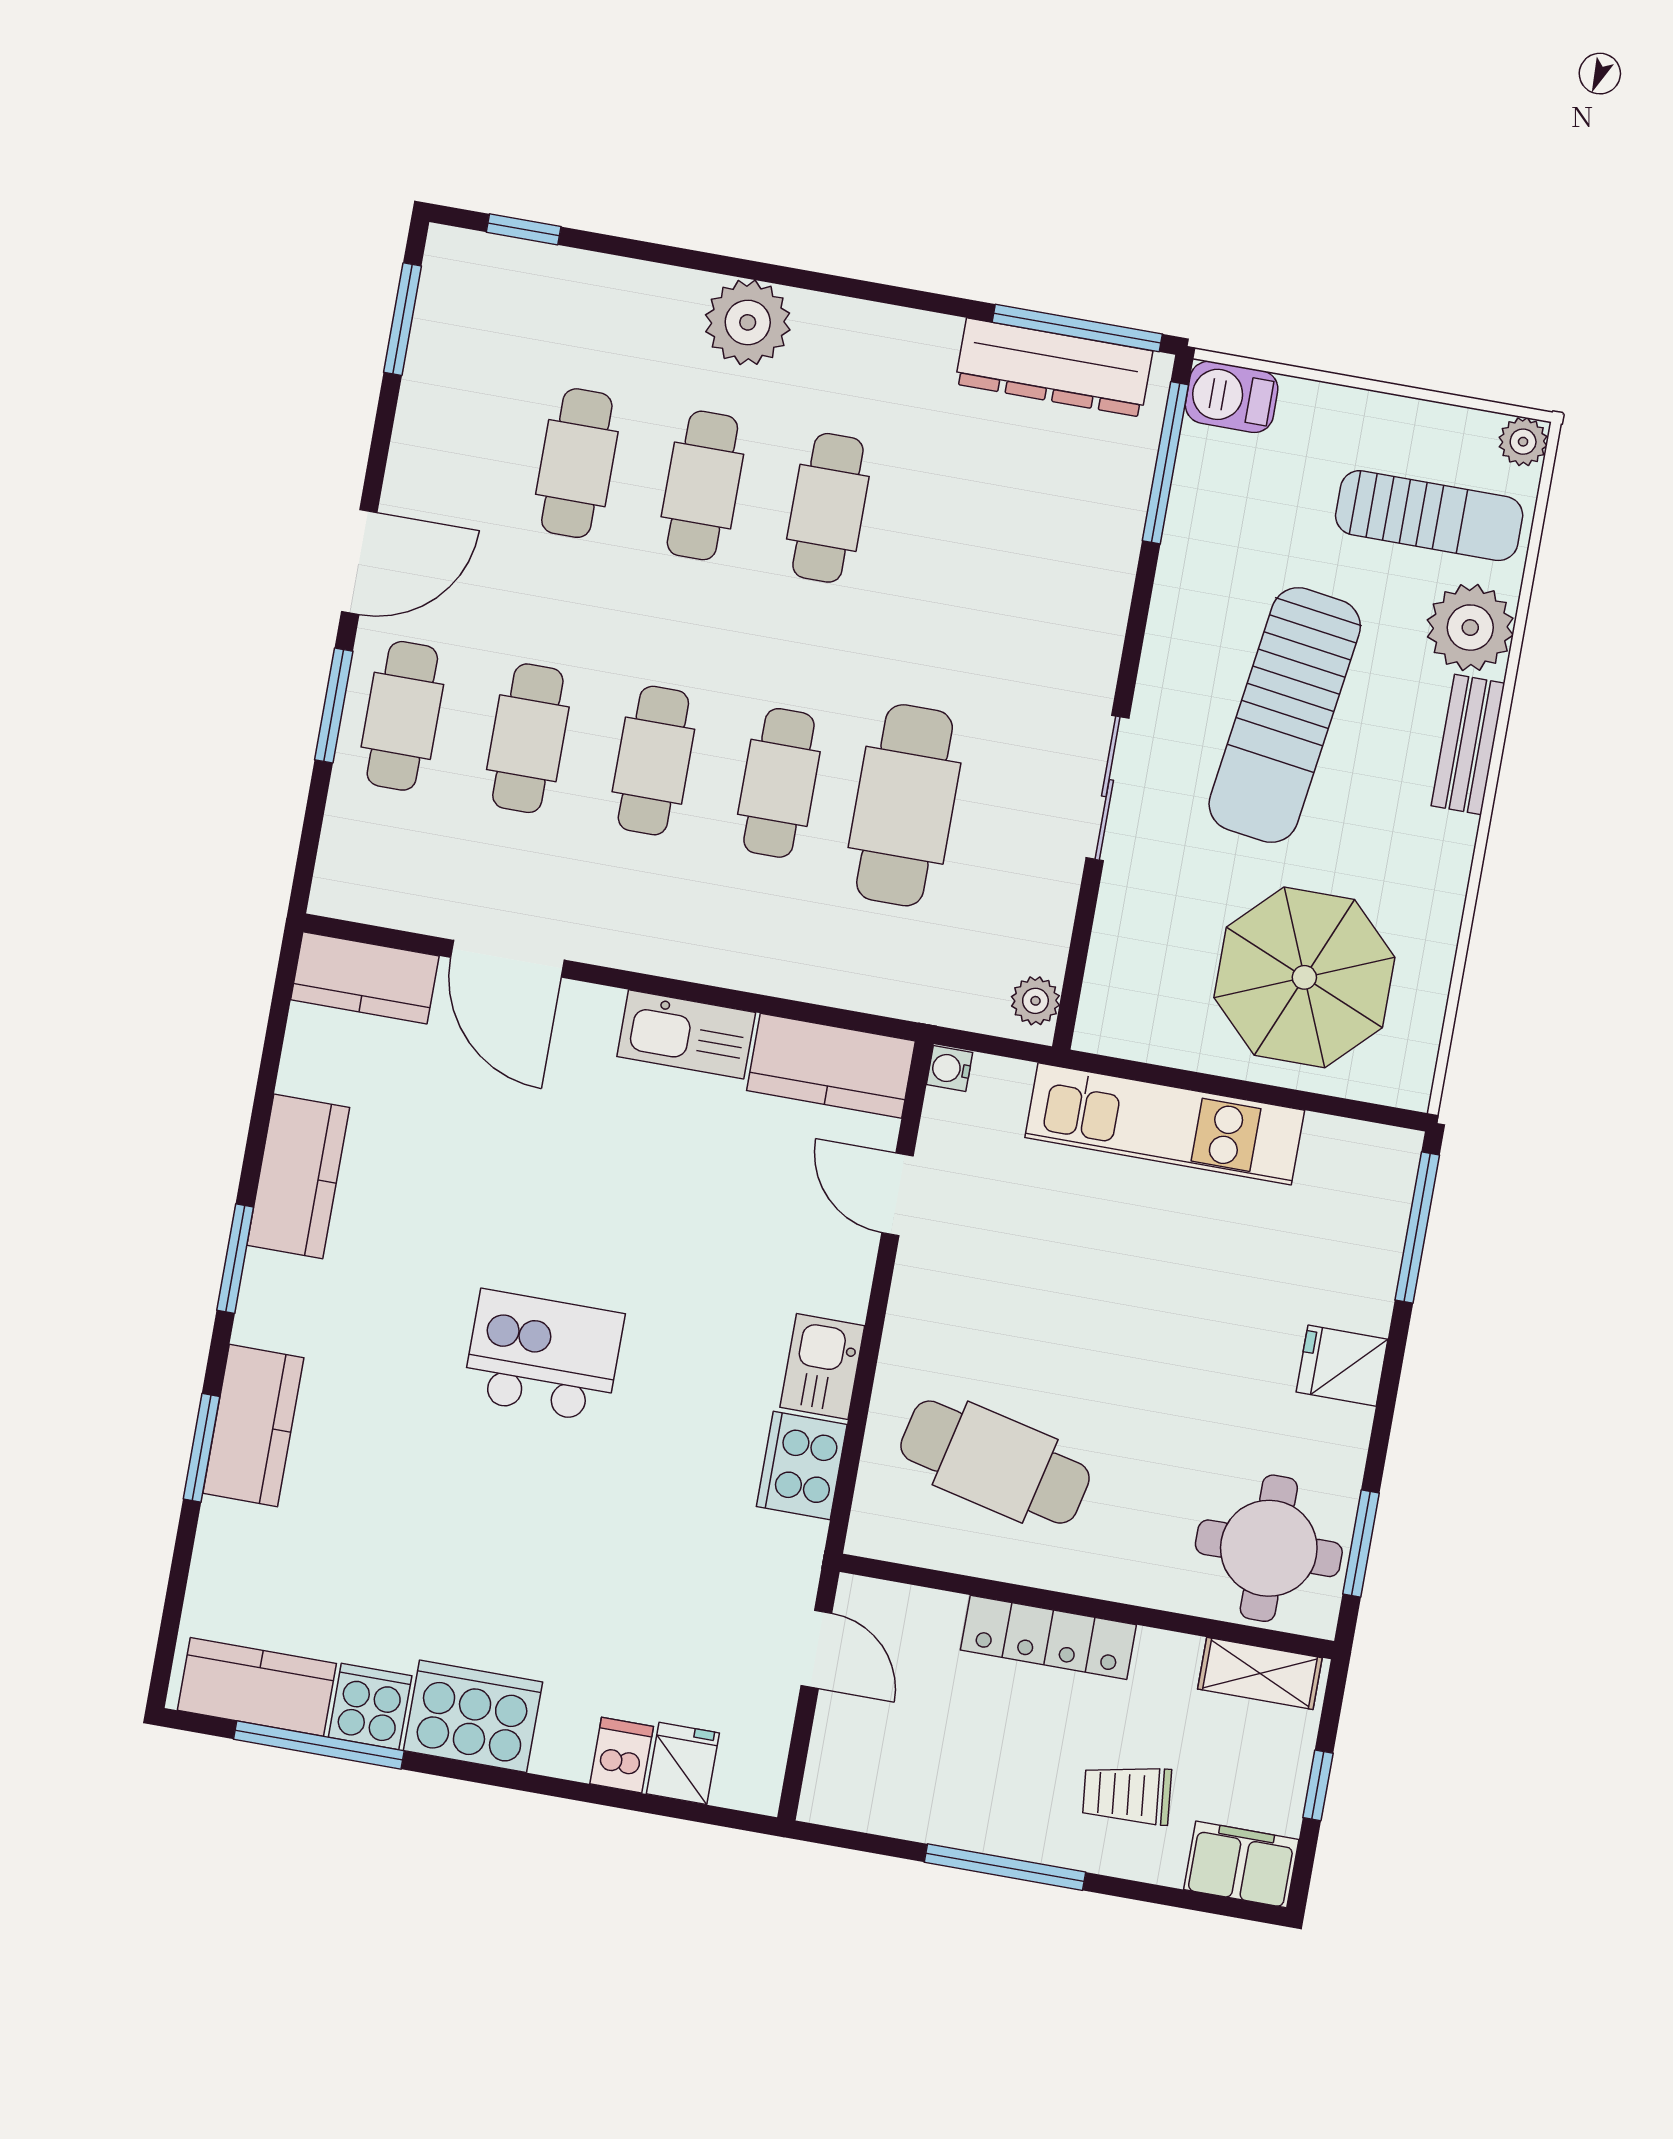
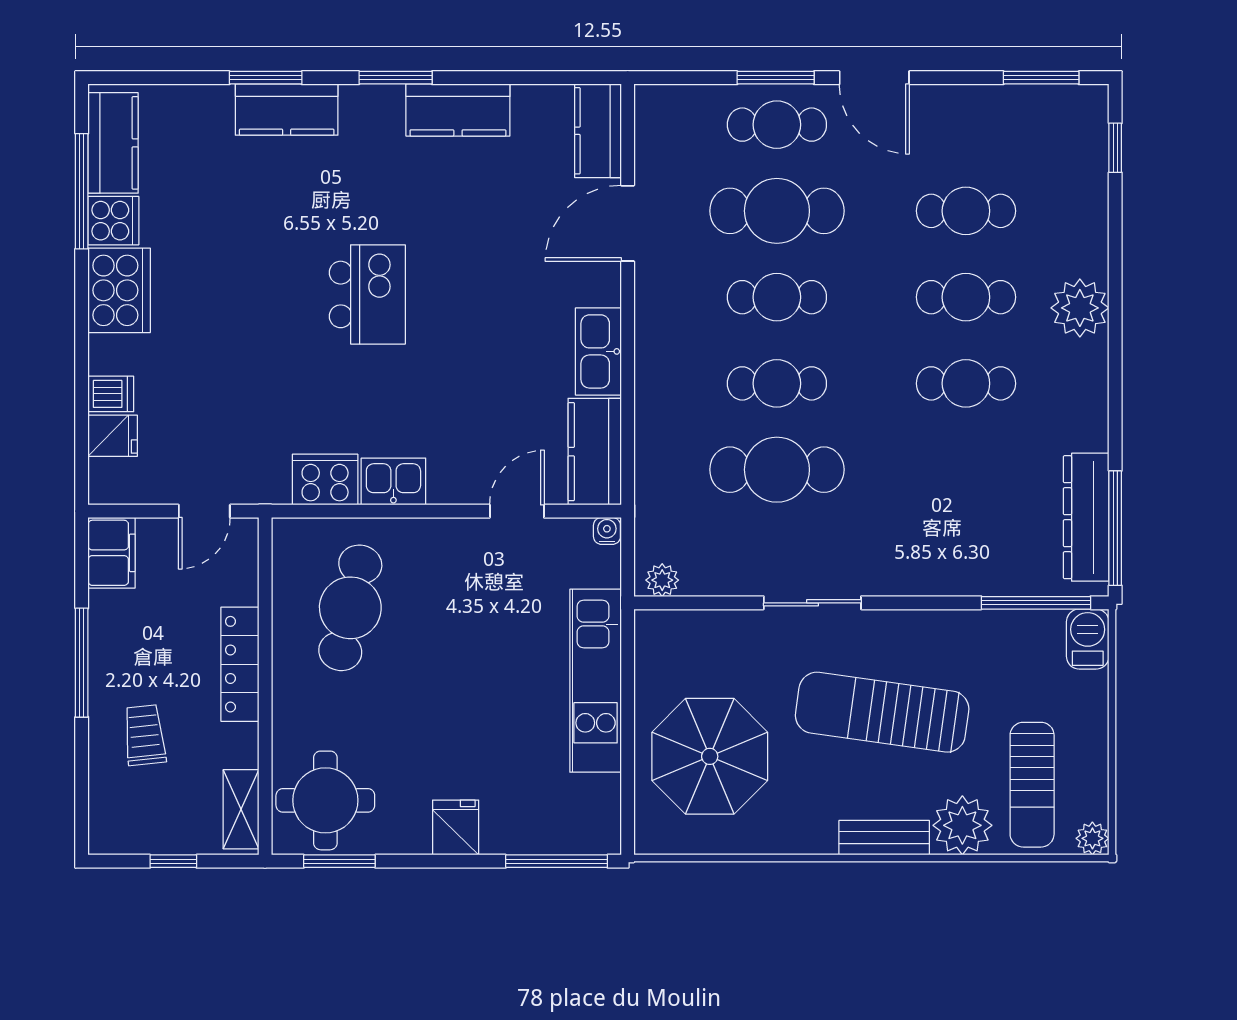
cafe table: (528, 738) -> (777, 211), width x1.37, depth x1.35
filing cabinet: (1241, 1864) -> (112, 553), moved

